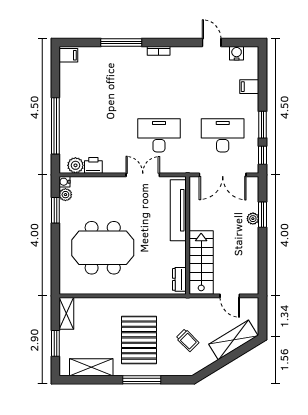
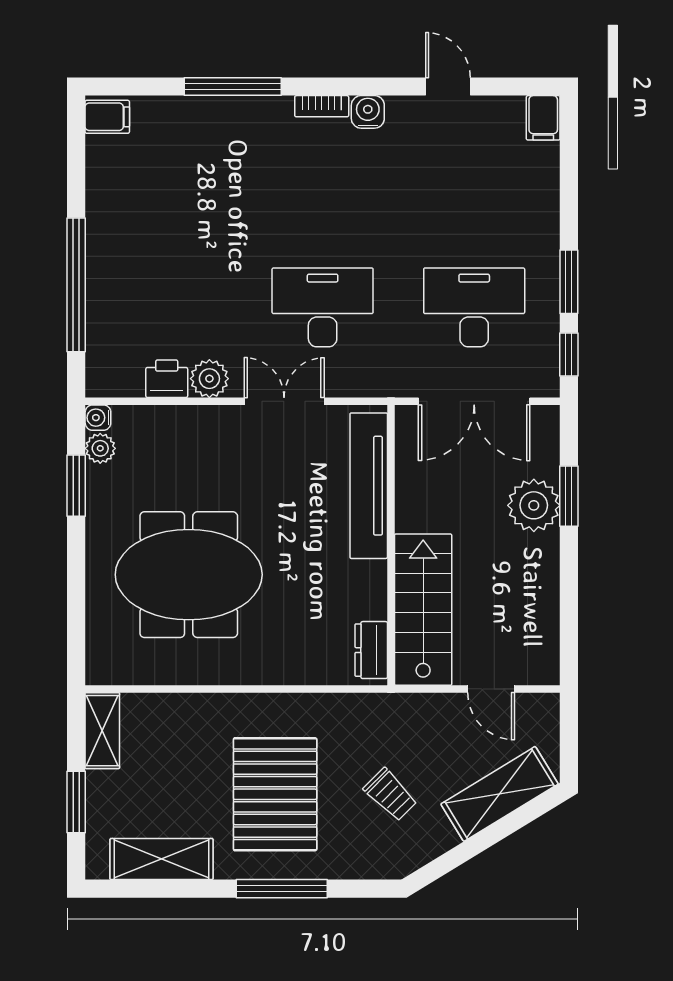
water cooler: (237, 53) -> (368, 112), moved
filing cabinet: (249, 87) -> (543, 118), moved, turned -90
plant: (75, 165) -> (209, 379), moved
plant: (253, 219) -> (534, 505), width x1.88, depth x1.88

